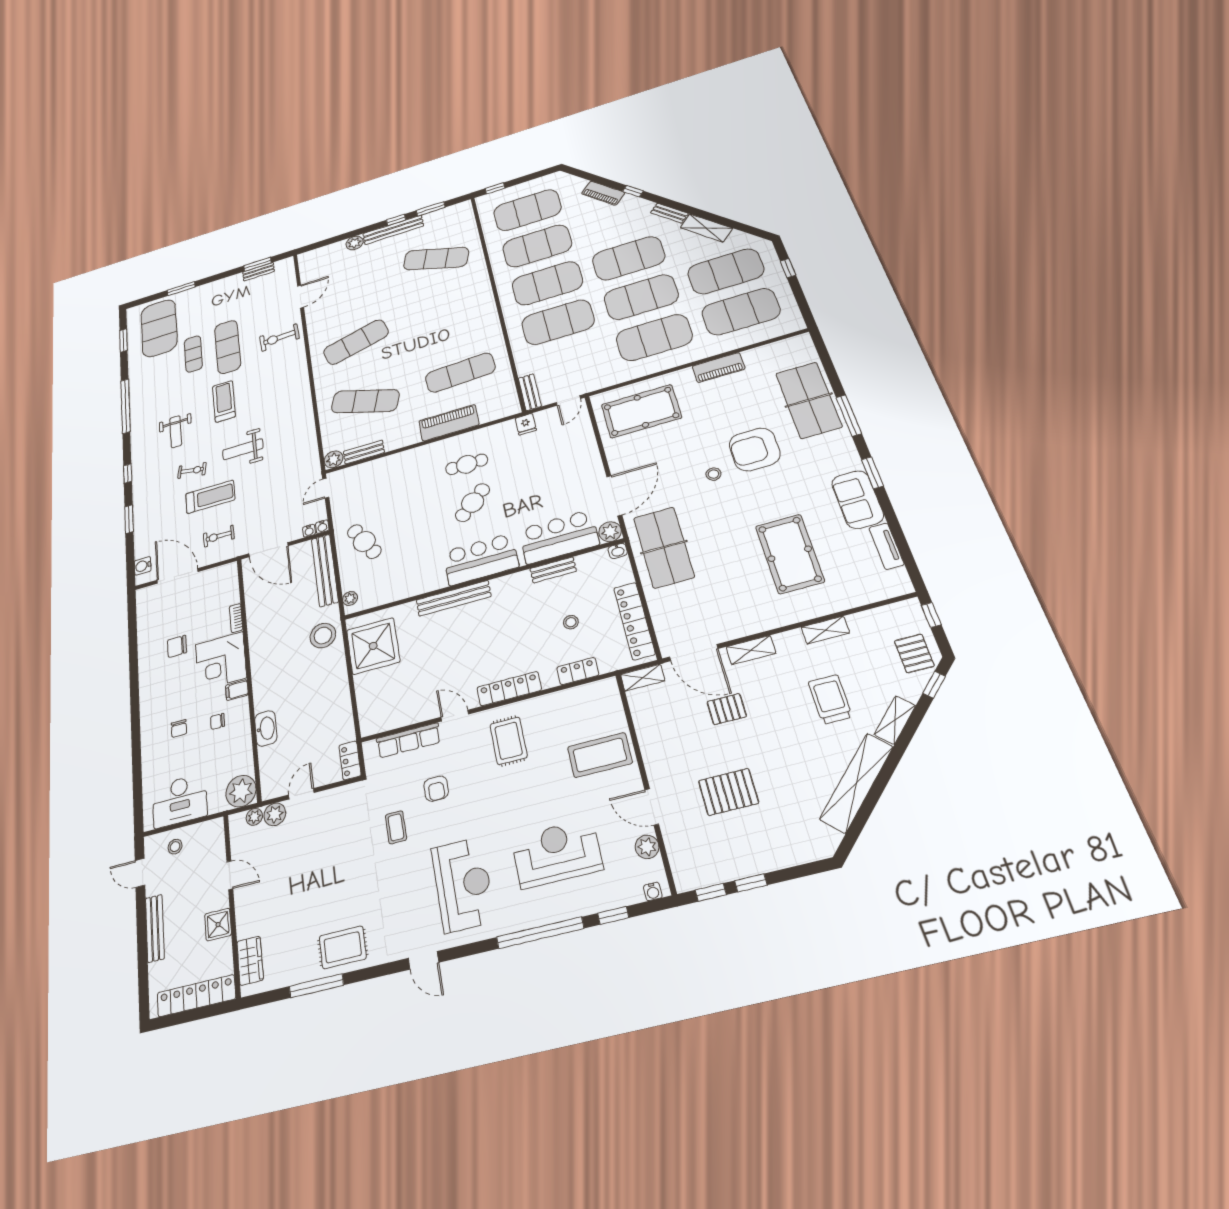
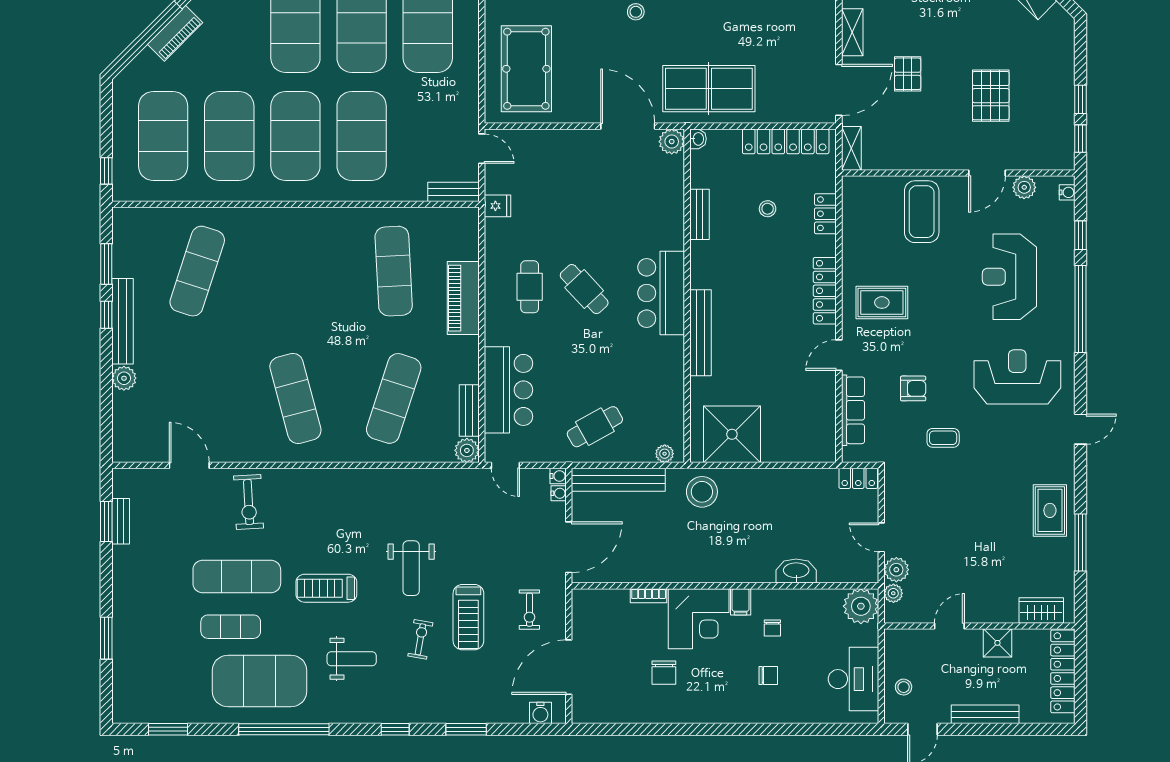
exercise mat: (159, 328) -> (260, 681), moved
treadmill: (210, 497) -> (468, 617), turned 180
bar counter: (559, 537) -> (508, 390), moved, turned 180

